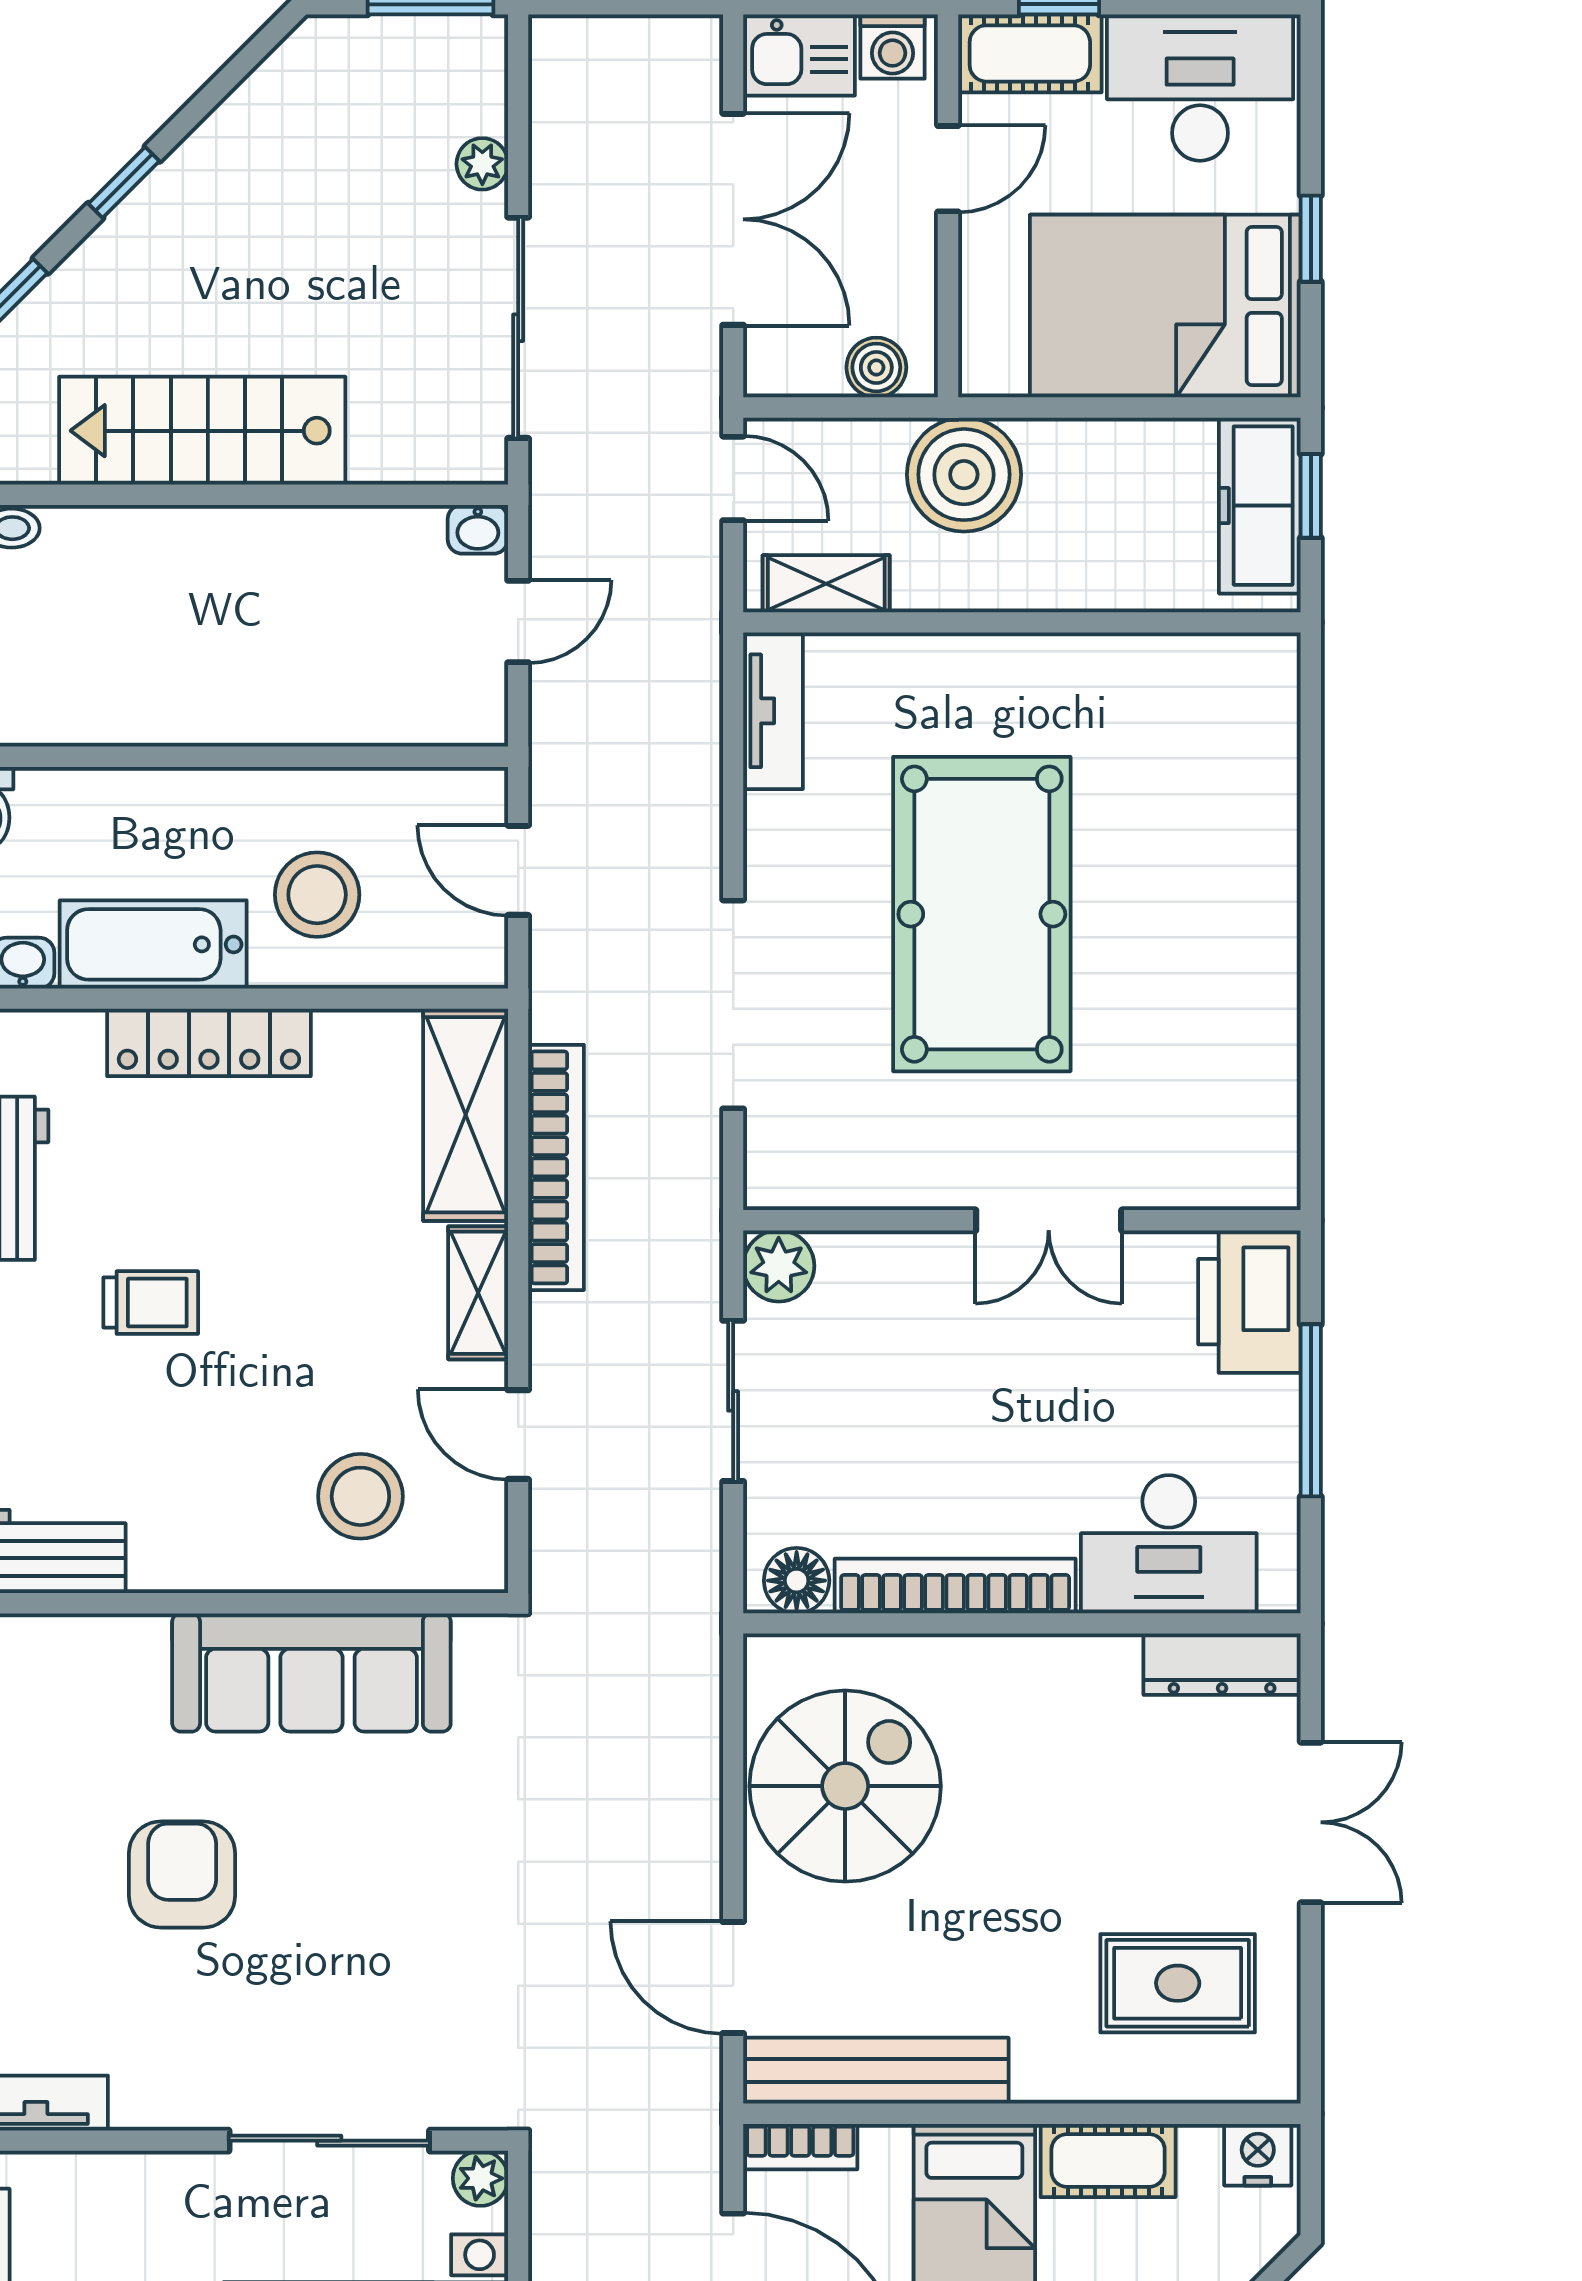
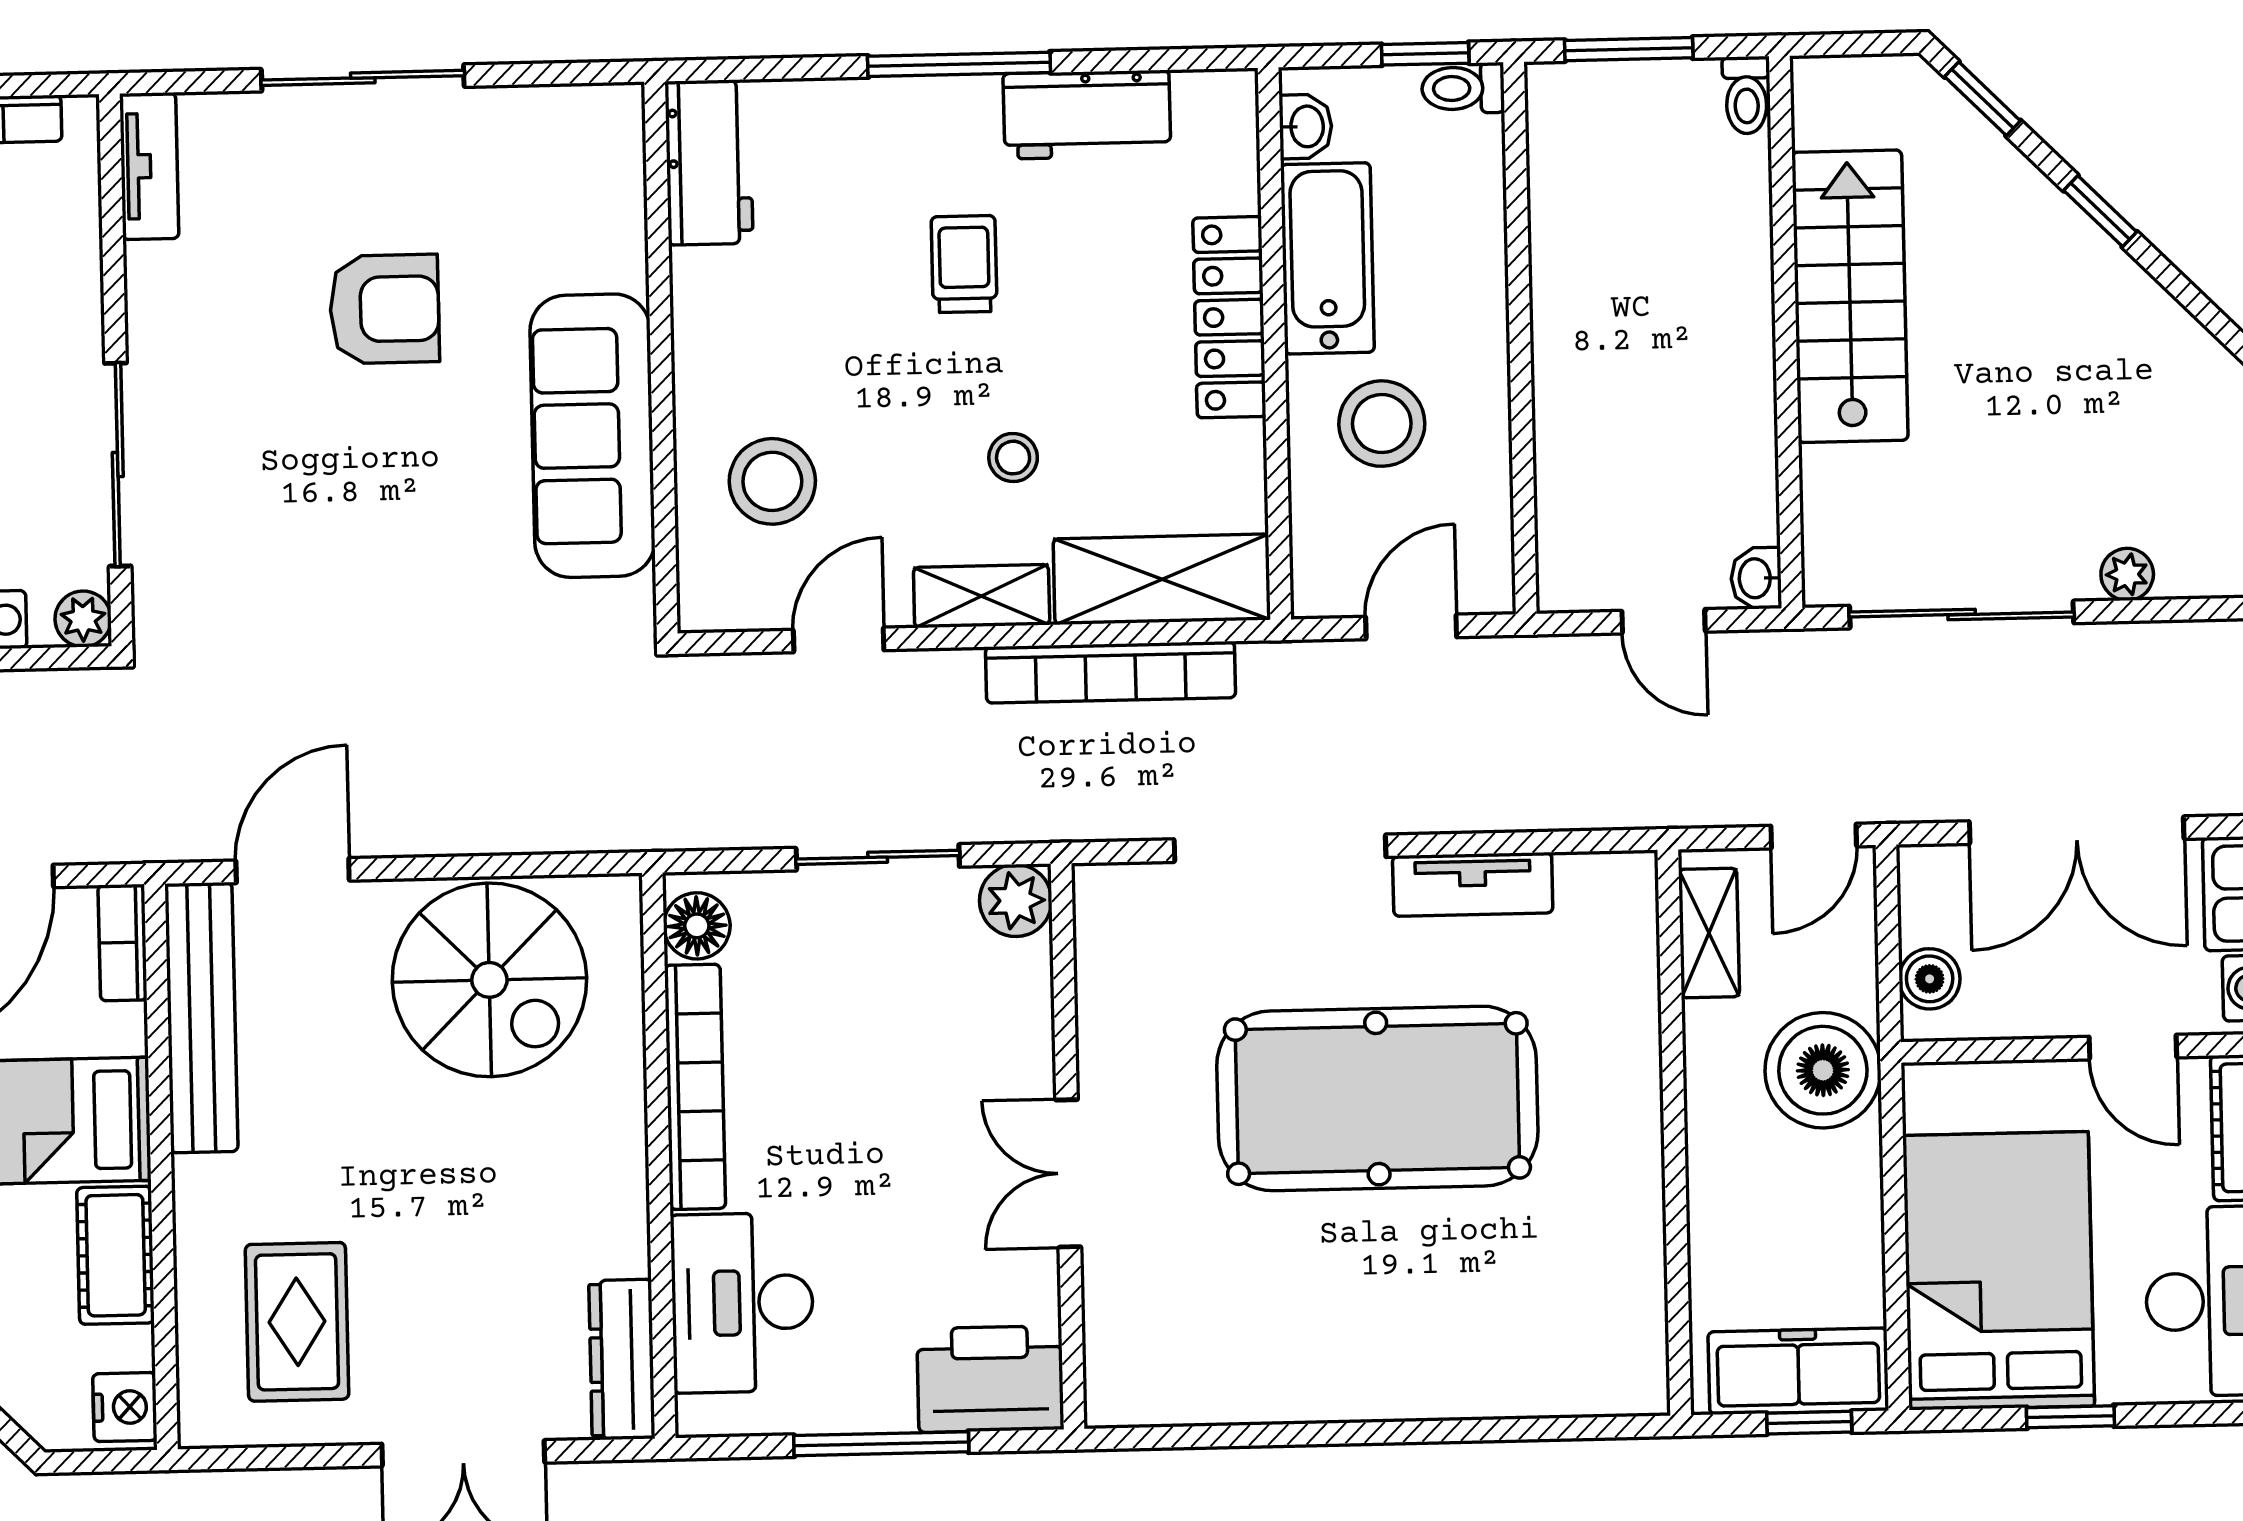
tv unit: (773, 711) -> (1473, 884), moved
stool: (342, 1259) -> (1013, 458), added
trolley: (151, 1303) -> (964, 264), turned 180

